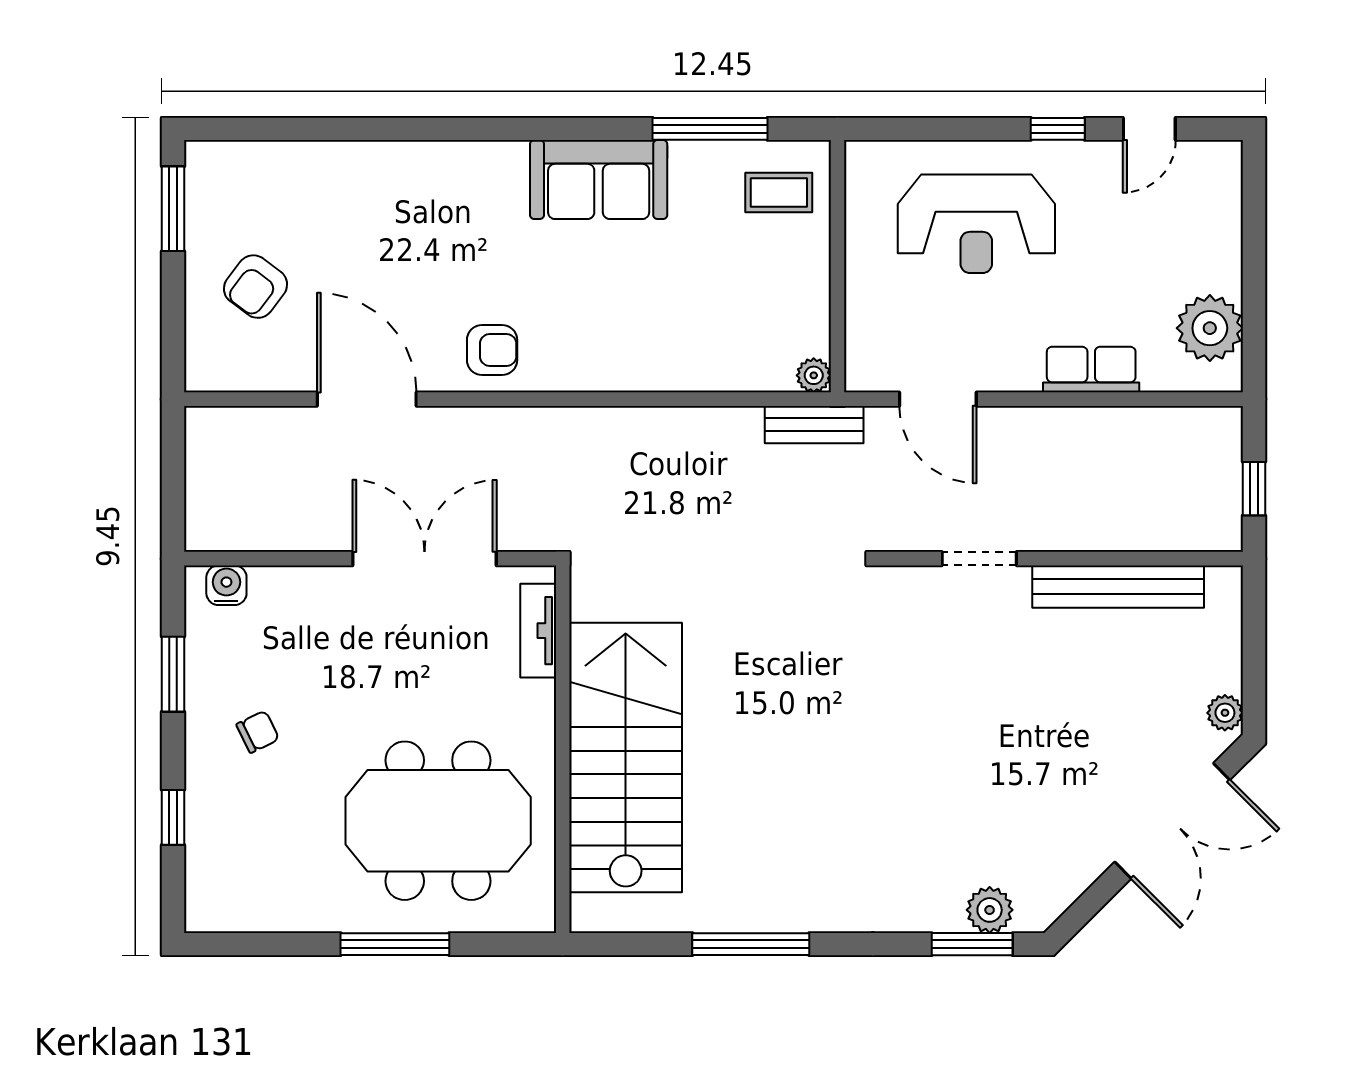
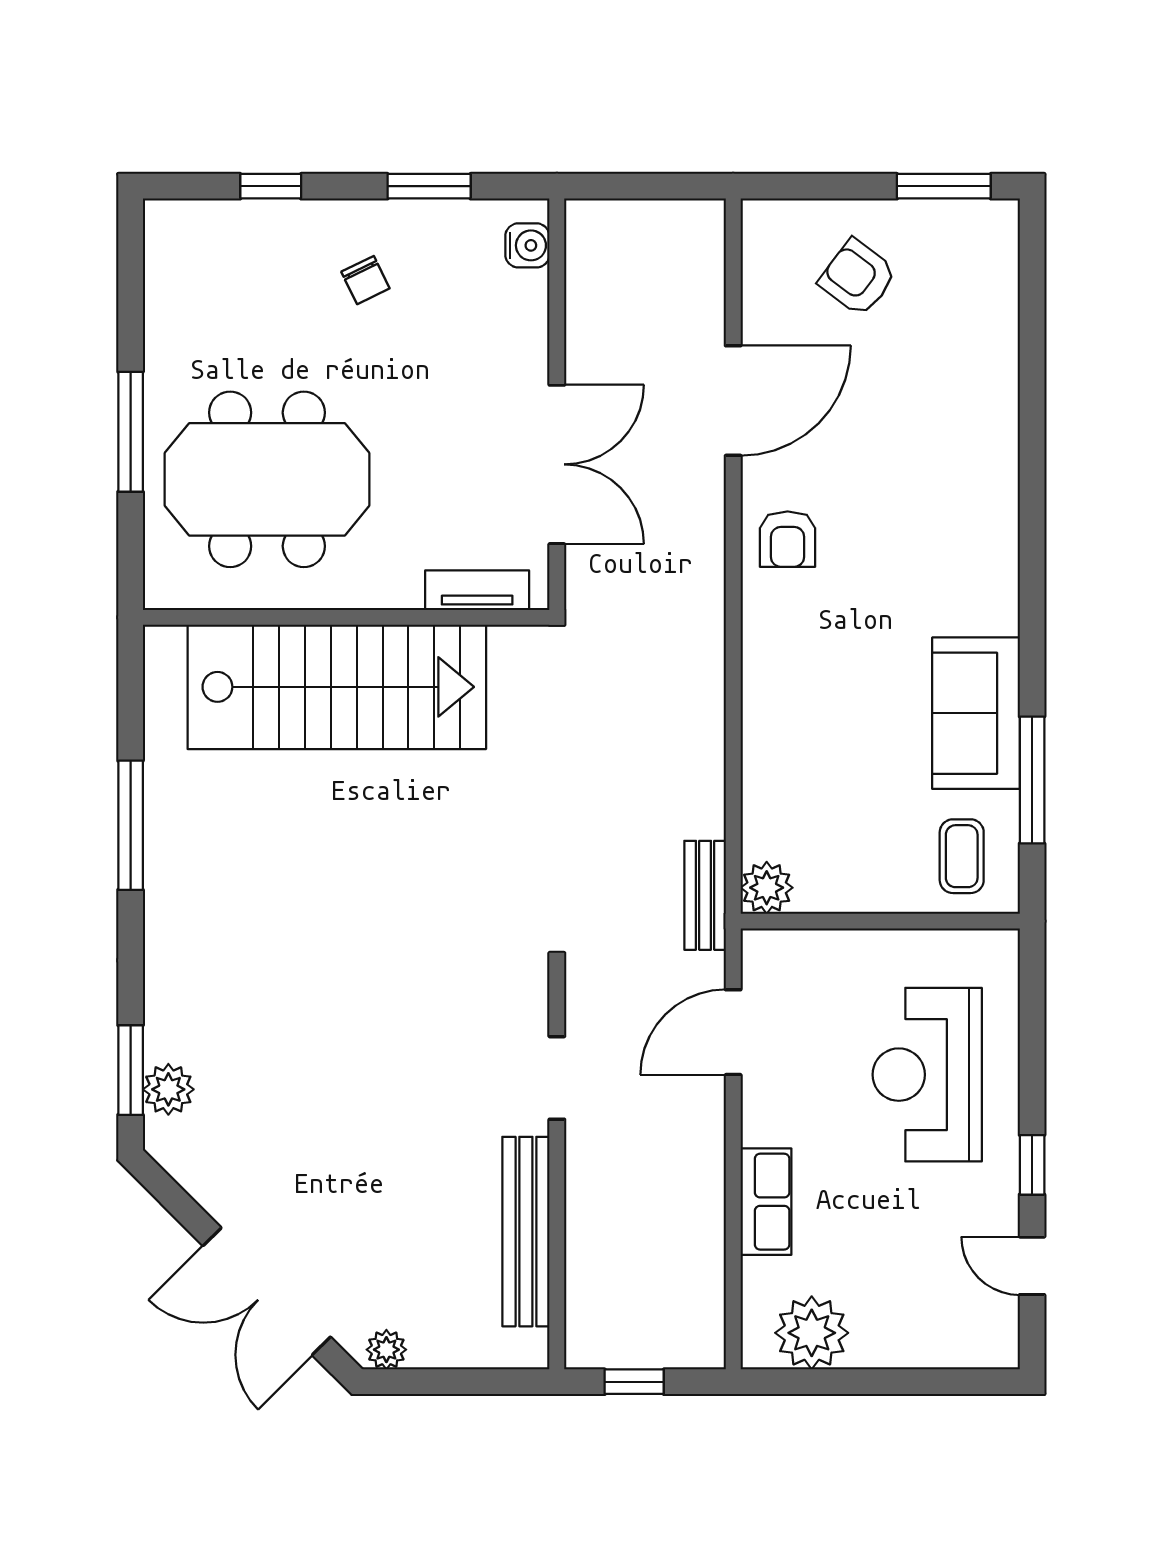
sofa: (599, 180) -> (976, 713), moved
plant: (814, 375) -> (767, 888), width x1.38, depth x1.38
meeting table: (438, 821) -> (267, 479), turned 90

